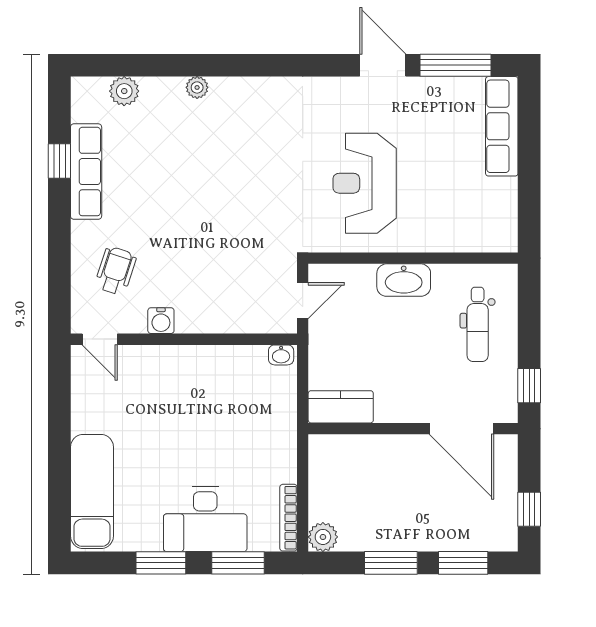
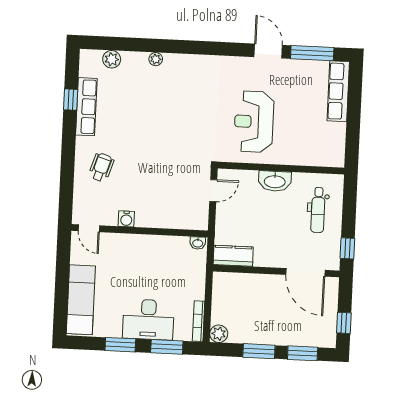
water cooler: (161, 321) -> (126, 219), moved
door: (100, 339) -> (89, 228), moved
wall: (184, 339) -> (140, 231), moved
washbasin: (281, 355) -> (198, 243), moved

